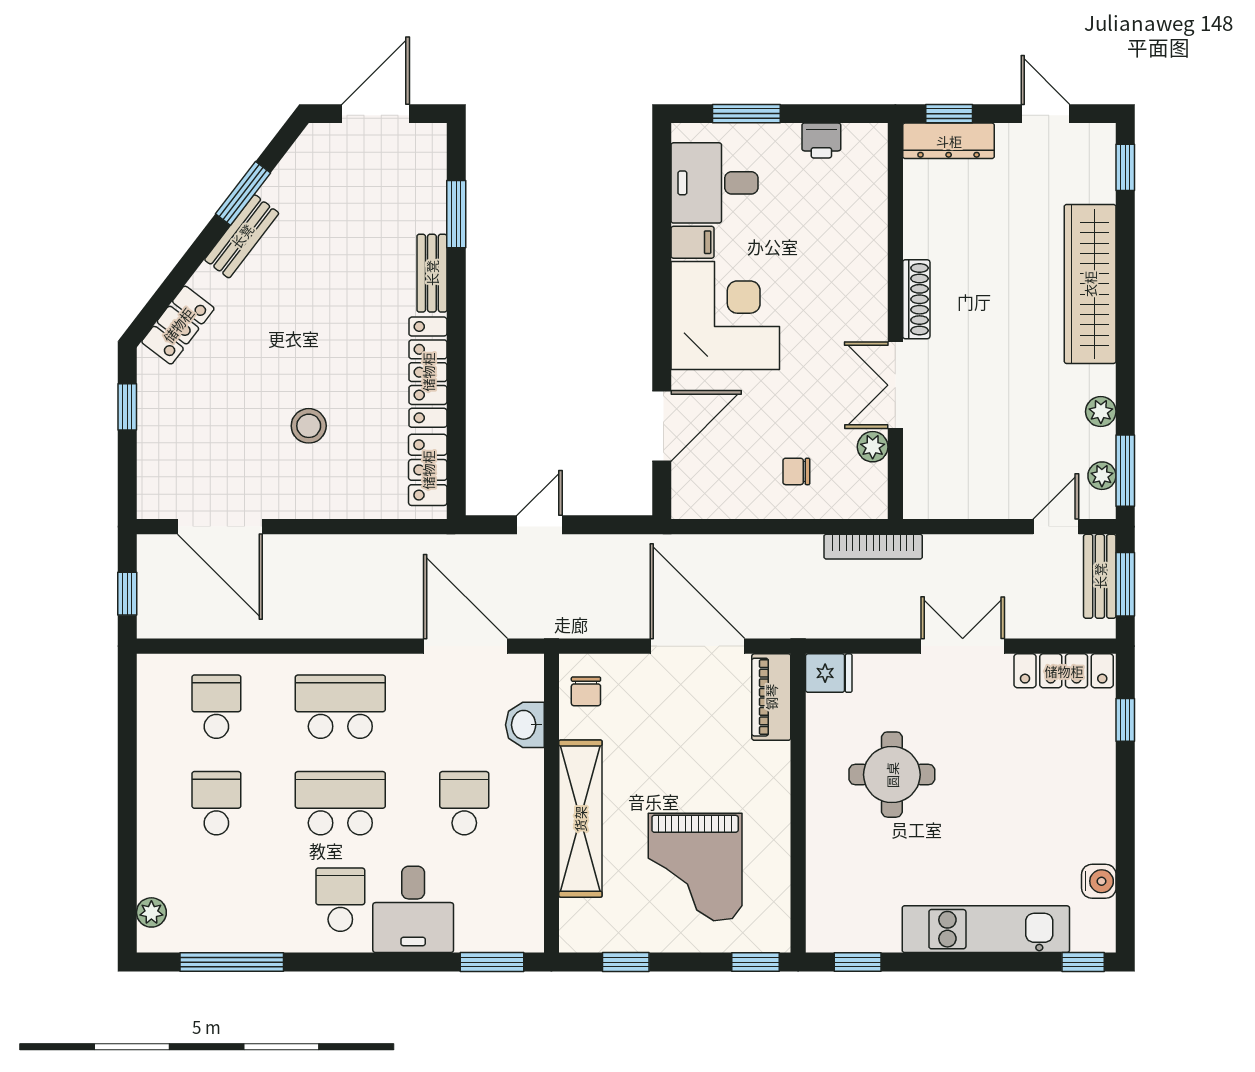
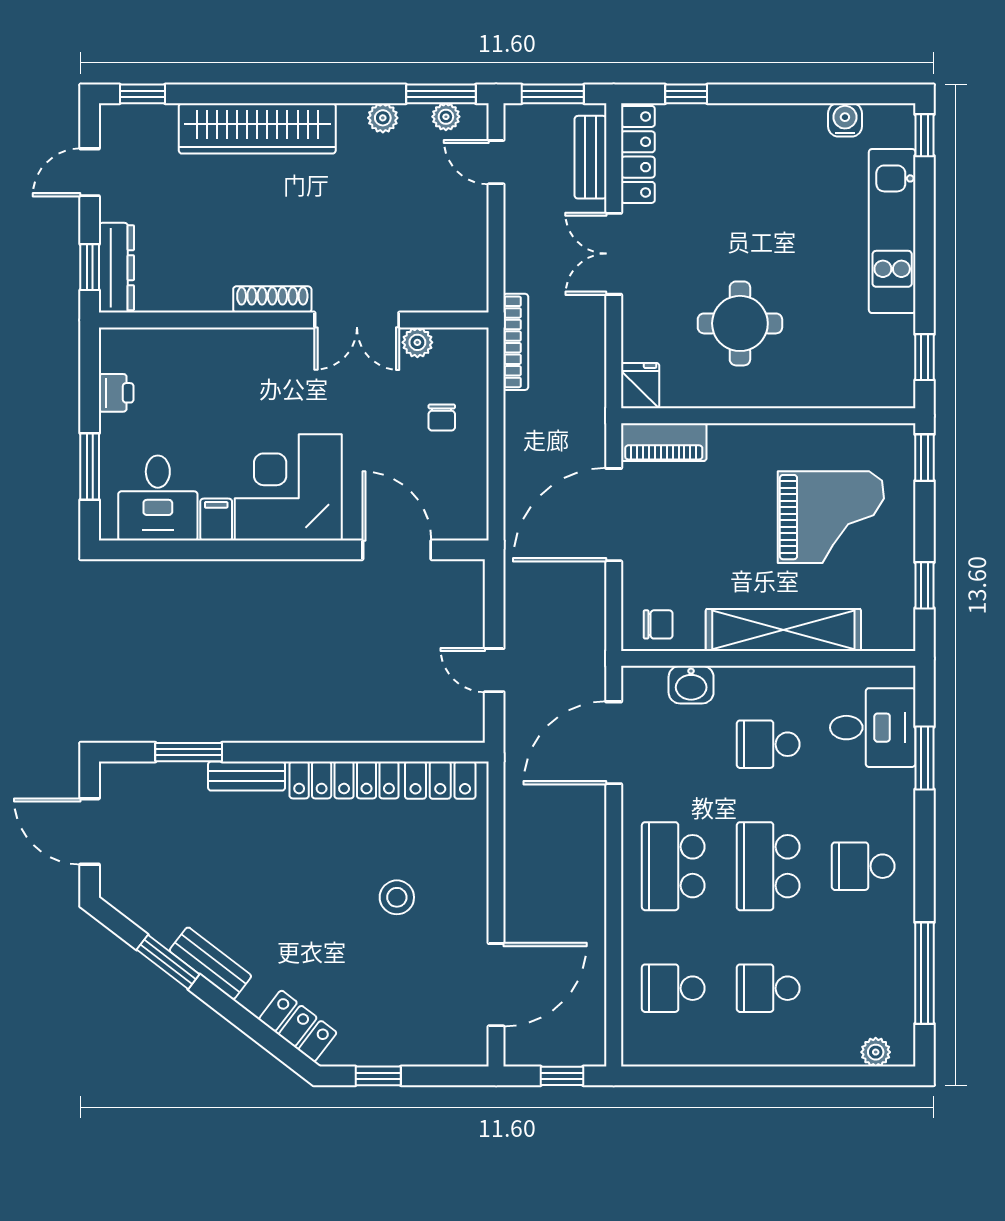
bench: (1100, 576) -> (591, 157), moved, turned 90
desk: (413, 909) -> (873, 728), moved
window: (492, 962) -> (925, 758), moved

